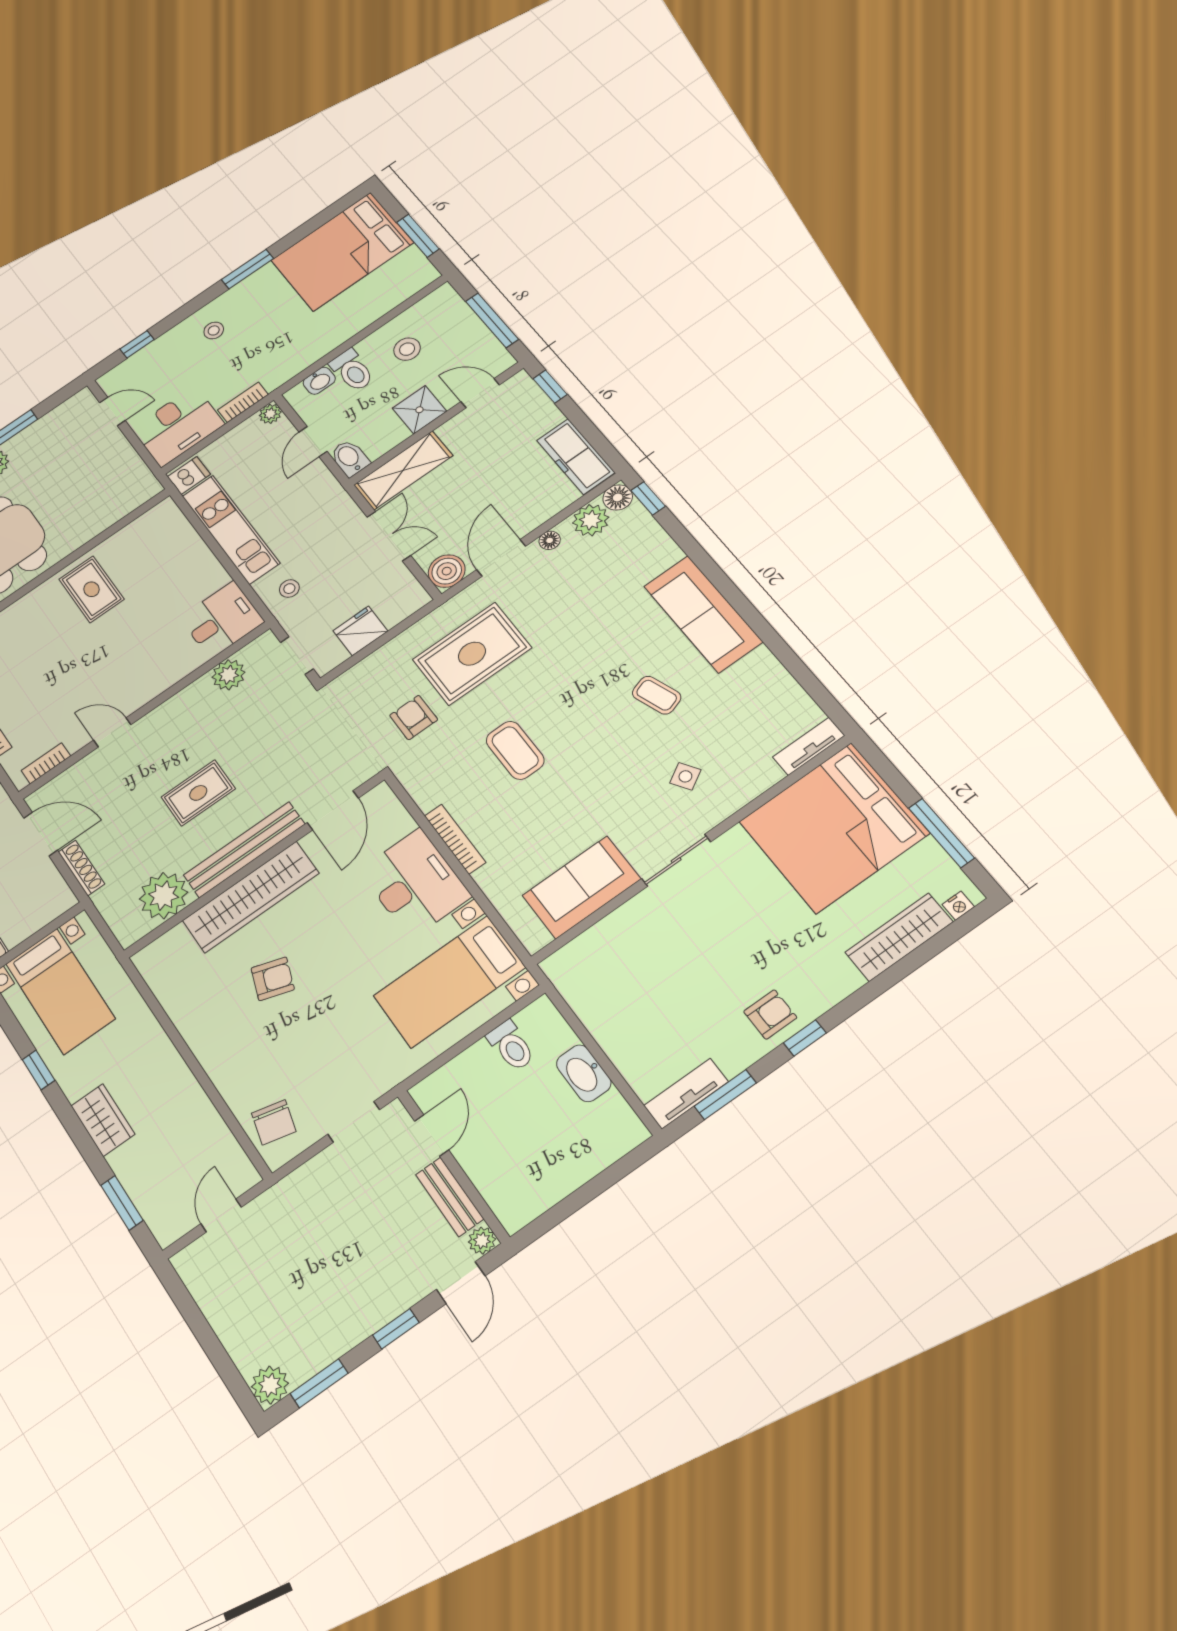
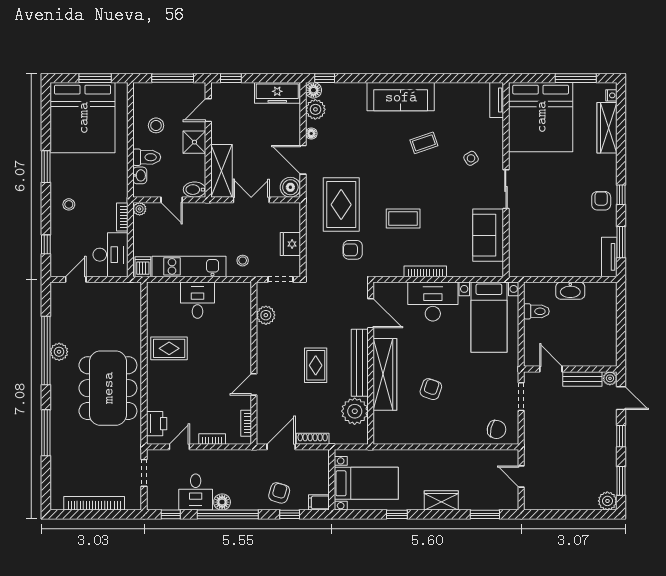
bed: (342, 251) -> (83, 118), width x1.36
desk: (222, 620) -> (197, 300), moved

